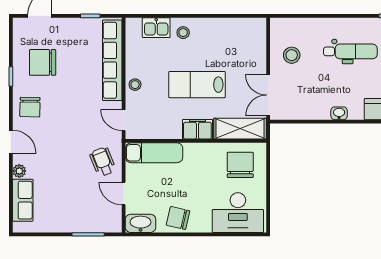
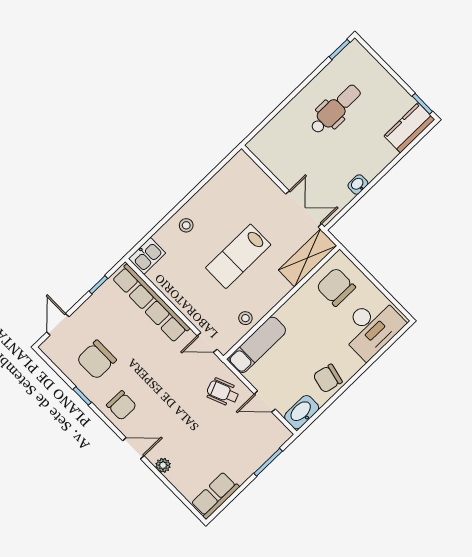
kitchen sink: (156, 28) -> (147, 256), moved
stool: (292, 55) -> (291, 158), removed
stool: (135, 85) -> (245, 318), moved
double door: (268, 95) -> (304, 209), swing flipped
washbasin: (339, 113) -> (358, 184), moved
filing cabinet: (197, 129) -> (274, 292), removed
row of seats: (23, 200) -> (215, 495), moved, turned -90

